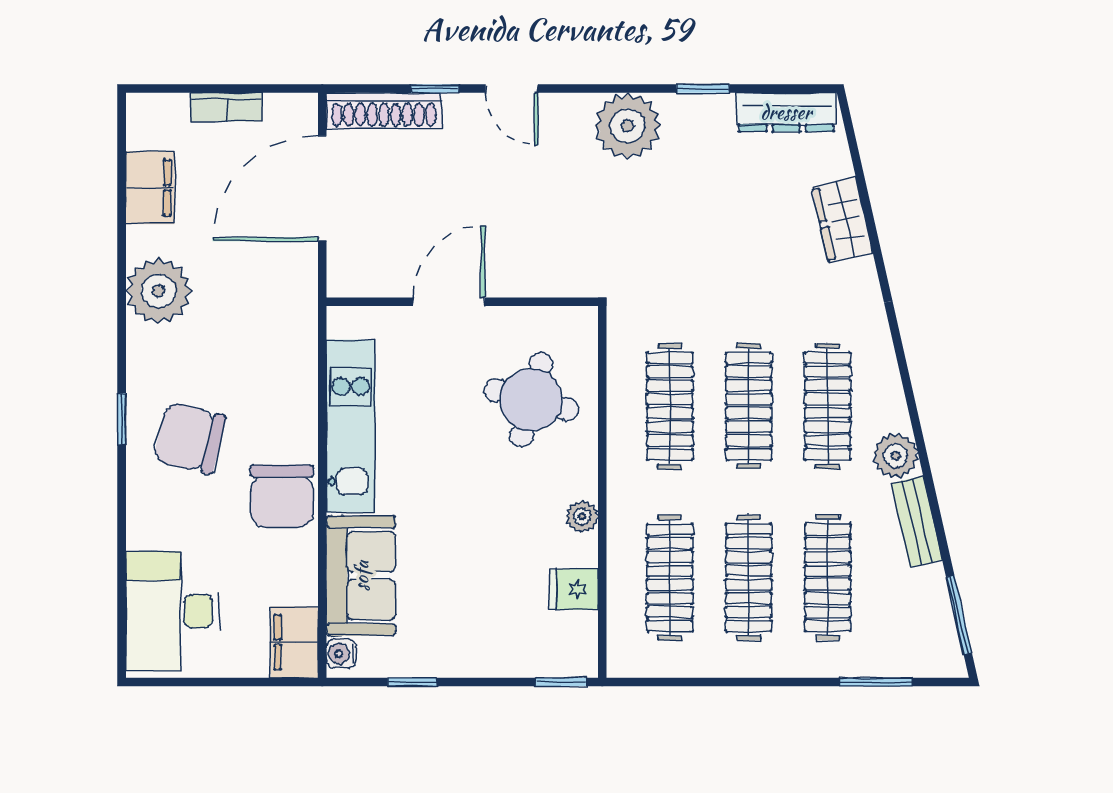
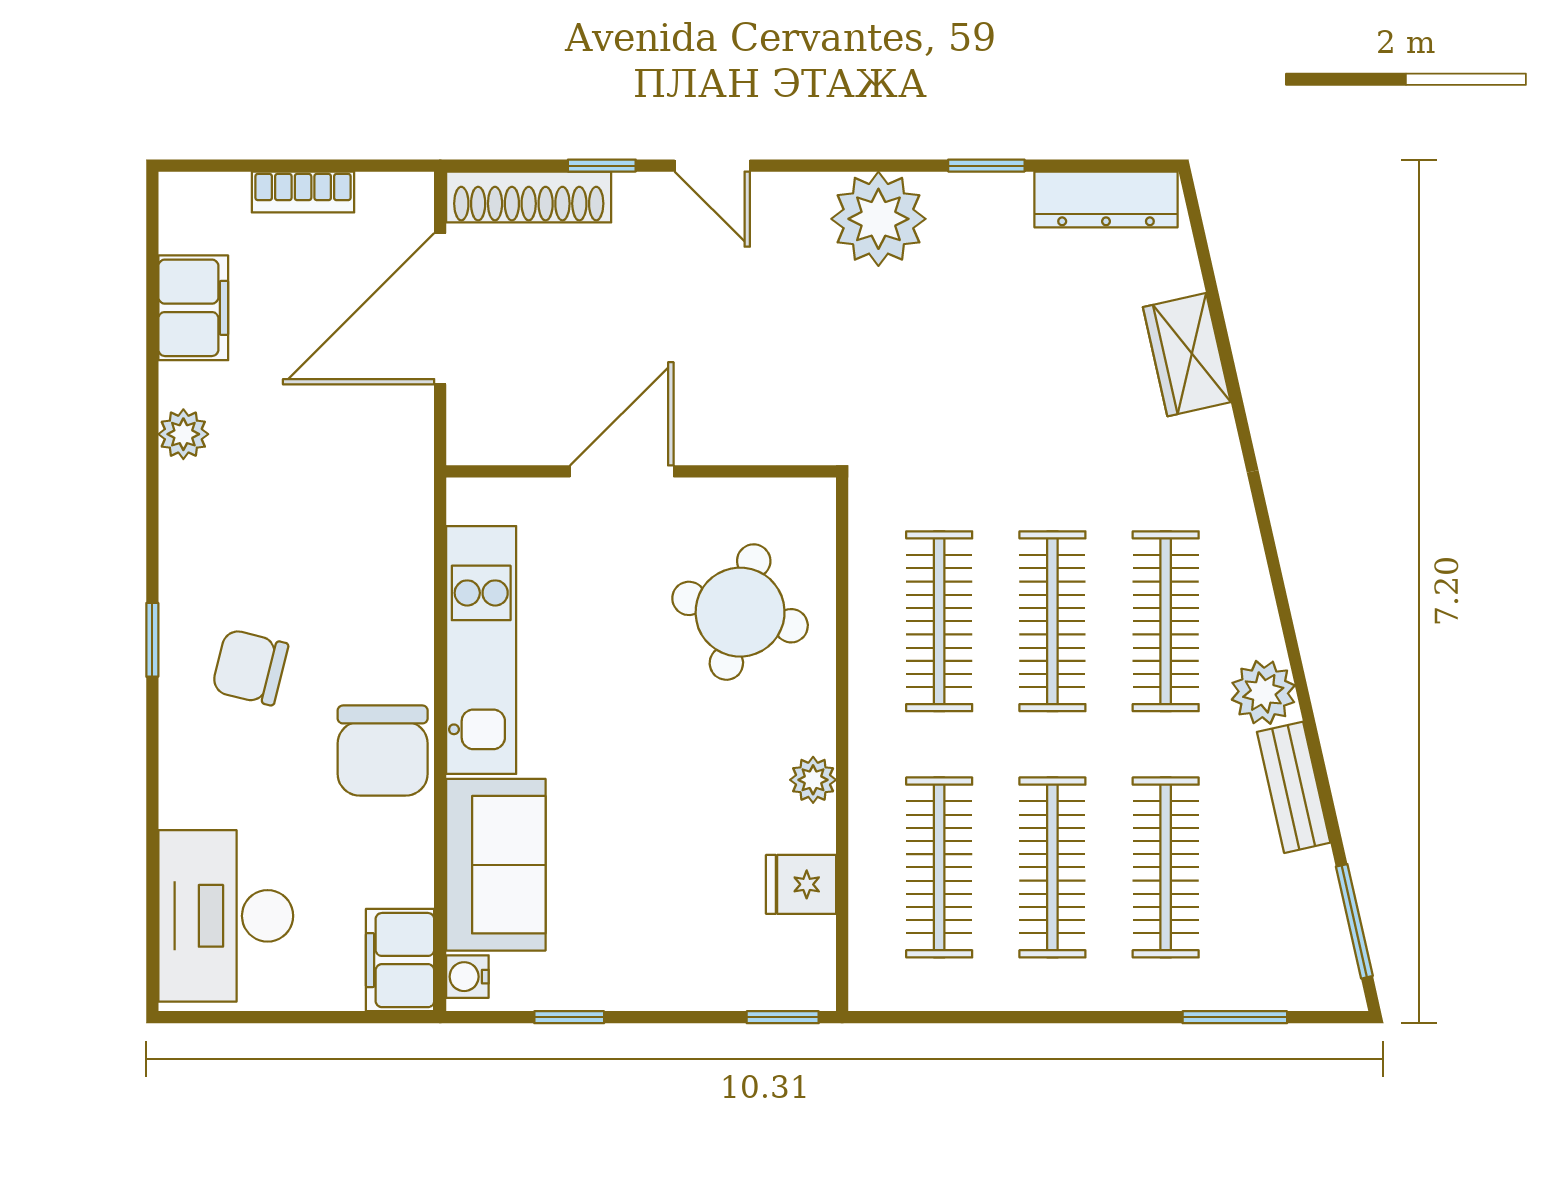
plant: (158, 291) -> (183, 434), width x0.53, depth x0.53
chair: (190, 438) -> (250, 667), width x0.73, depth x0.73

